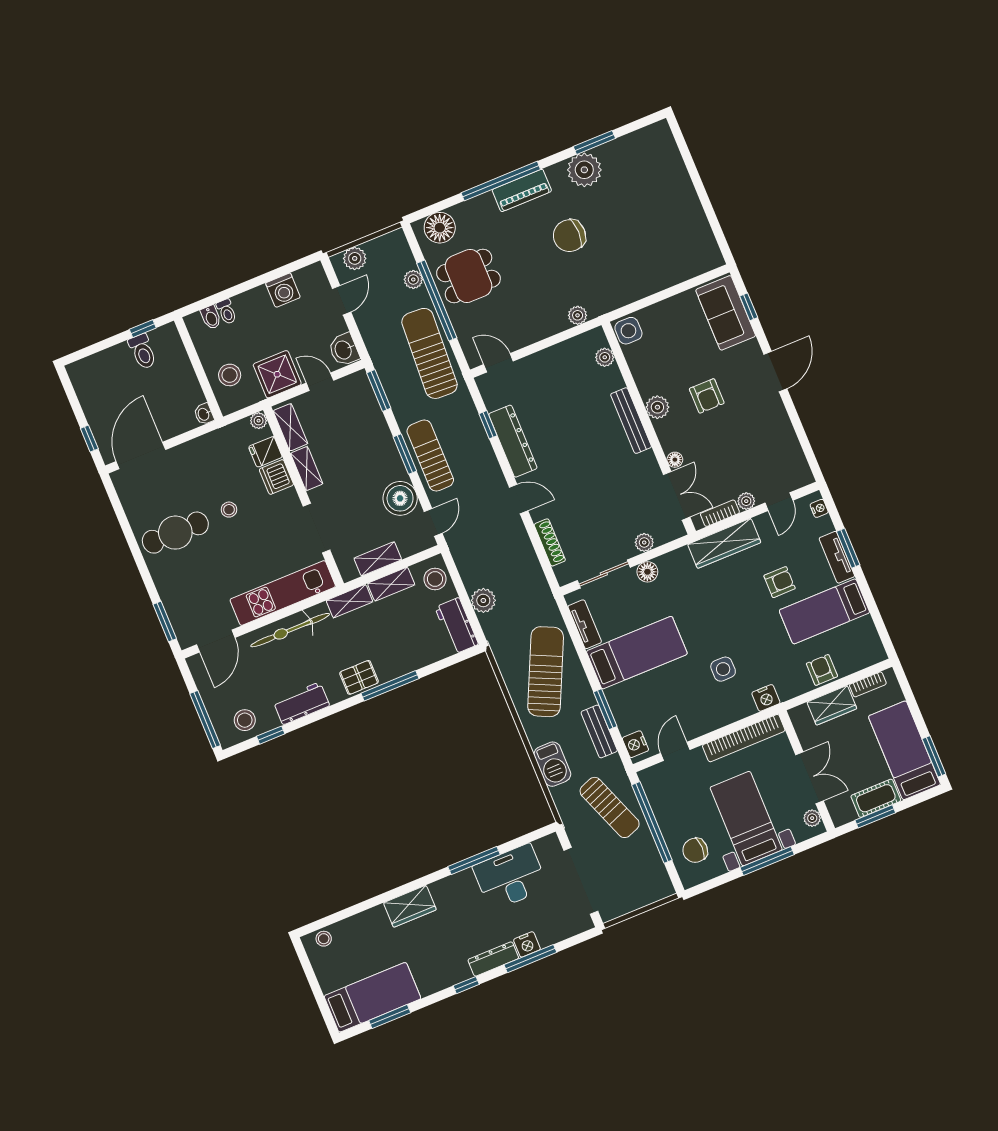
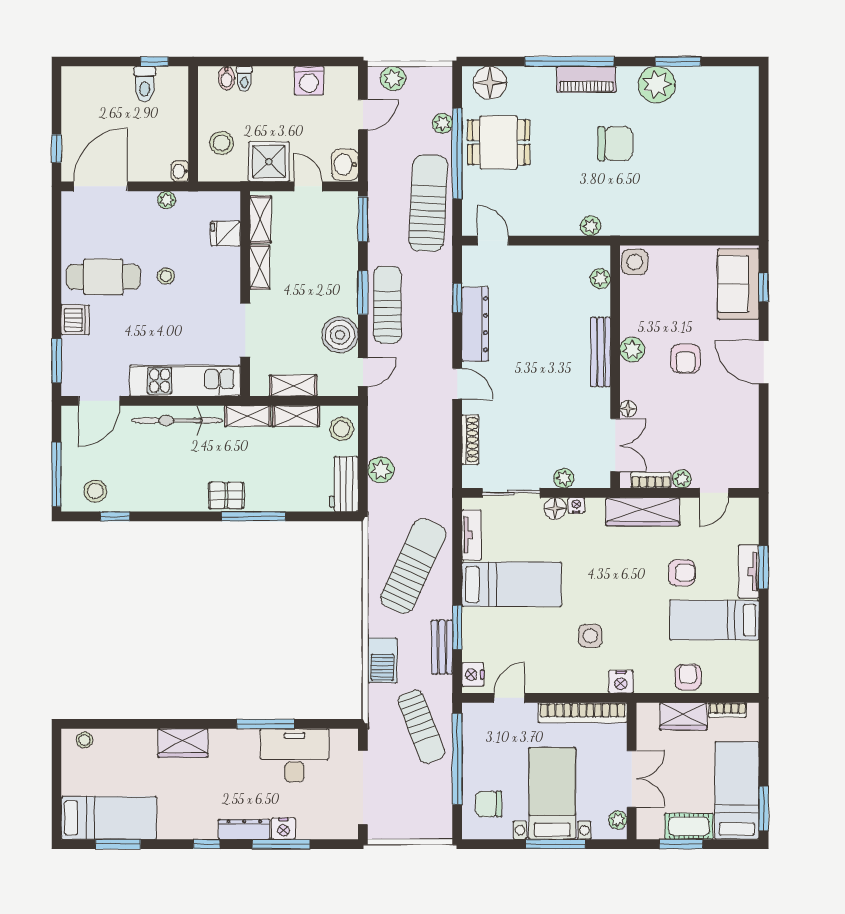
chair: (569, 236) -> (615, 144), turned 180
door: (775, 372) -> (764, 362), swing flipped
plant: (259, 421) -> (167, 200), moved
dishwasher: (276, 477) -> (75, 320), moved, turned 180
nightstand: (819, 508) -> (576, 505), moved, turned -90
workbench: (301, 703) -> (158, 498), removed

